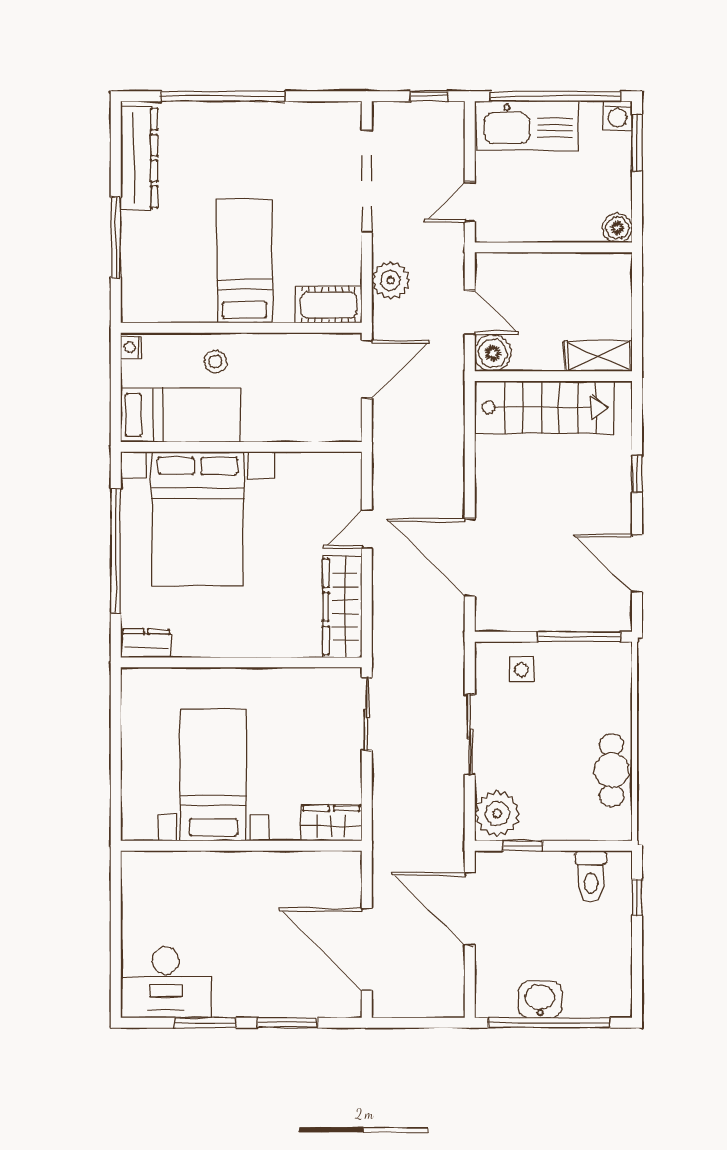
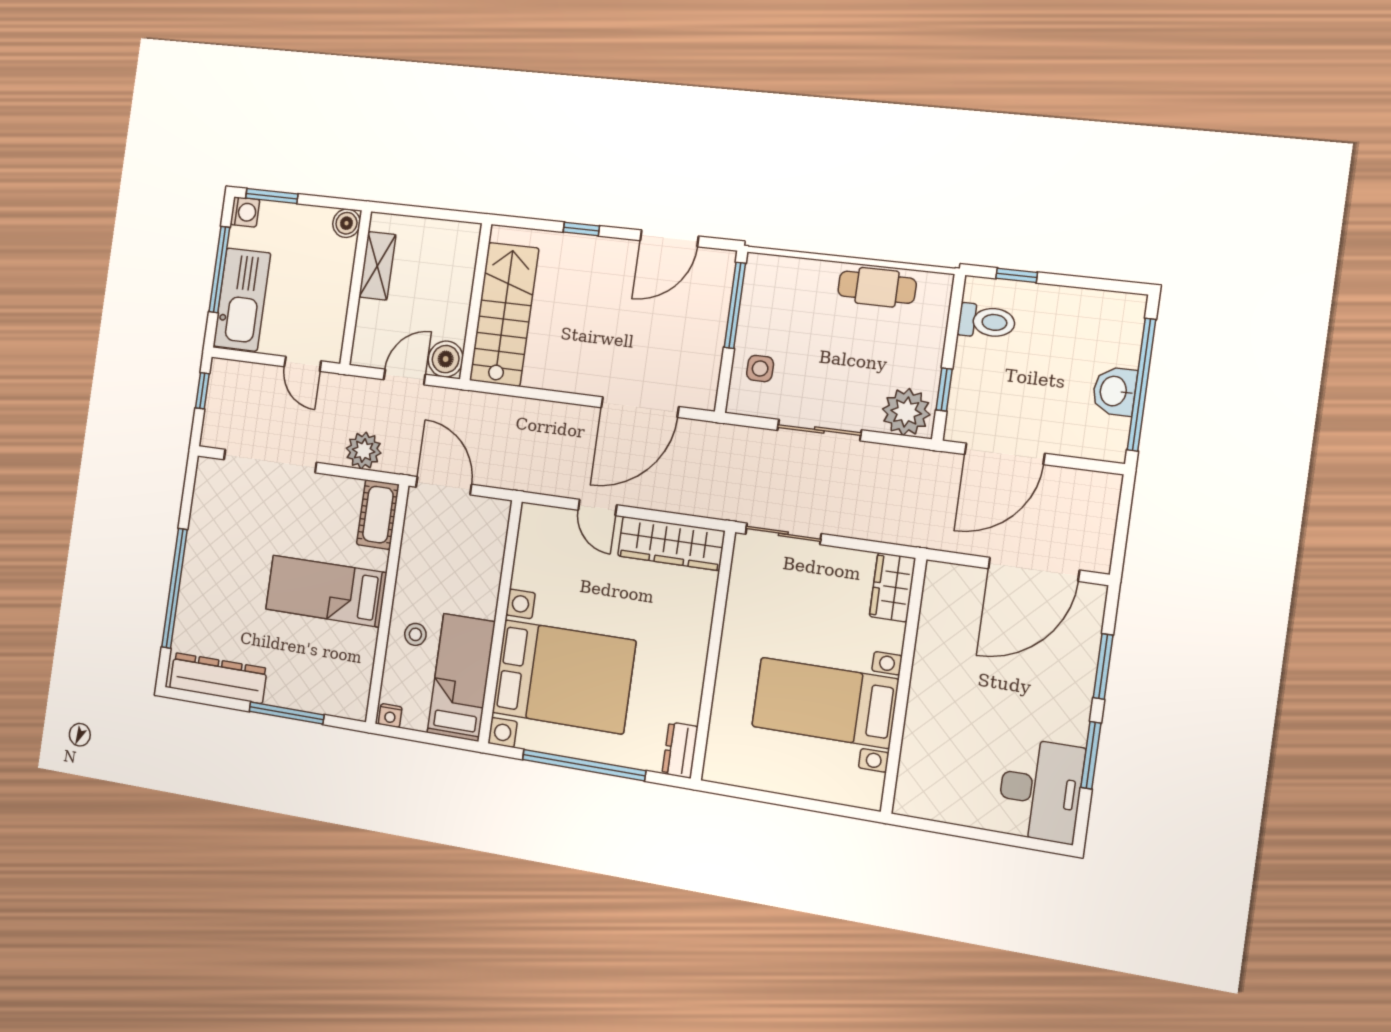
window: (555, 96) -> (219, 270), width x0.68
shelving: (598, 356) -> (377, 266), moved

